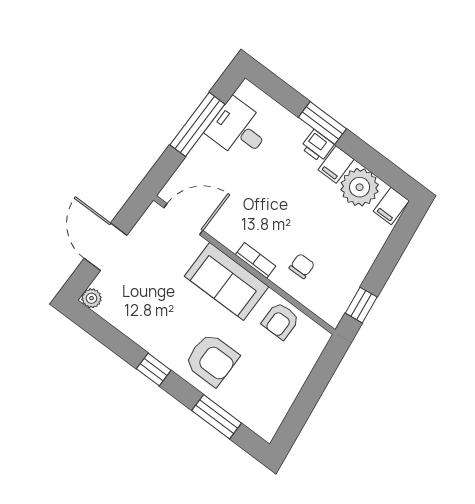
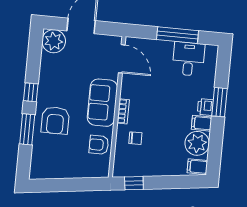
plant: (91, 298) -> (54, 41), width x1.87, depth x1.87
window: (217, 417) -> (27, 129), moved

